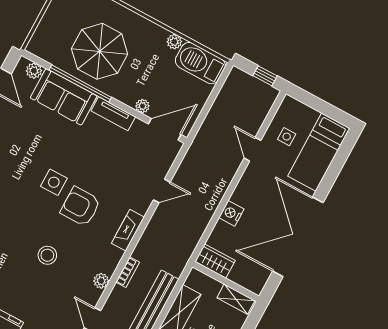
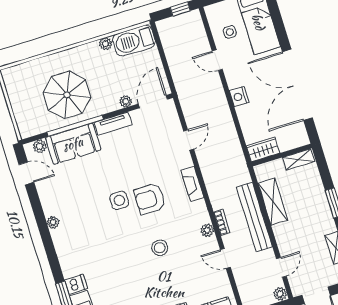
nightstand: (231, 213) -> (239, 97), moved
bookcase: (128, 272) -> (222, 222), moved

